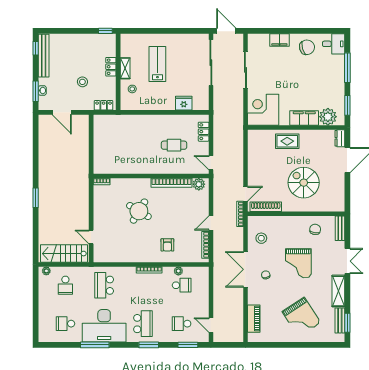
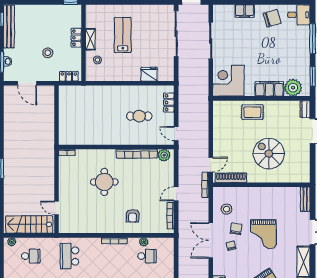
round table: (139, 211) -> (104, 182), turned -31
chair: (315, 229) -> (236, 229), moved
school desk: (65, 285) -> (31, 256), turned -90

